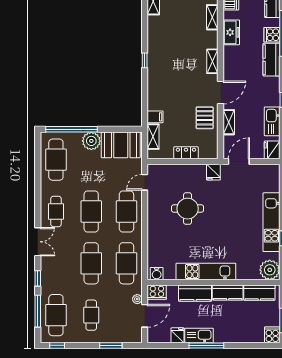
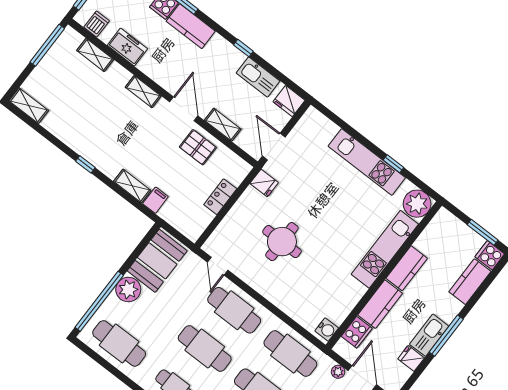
shelving: (153, 137) -> (132, 186), moved
kitchen unit: (206, 271) -> (385, 249), moved
cooker: (157, 292) -> (357, 332), moved
kitchen counter: (259, 293) -> (470, 282), moved, turned 180

